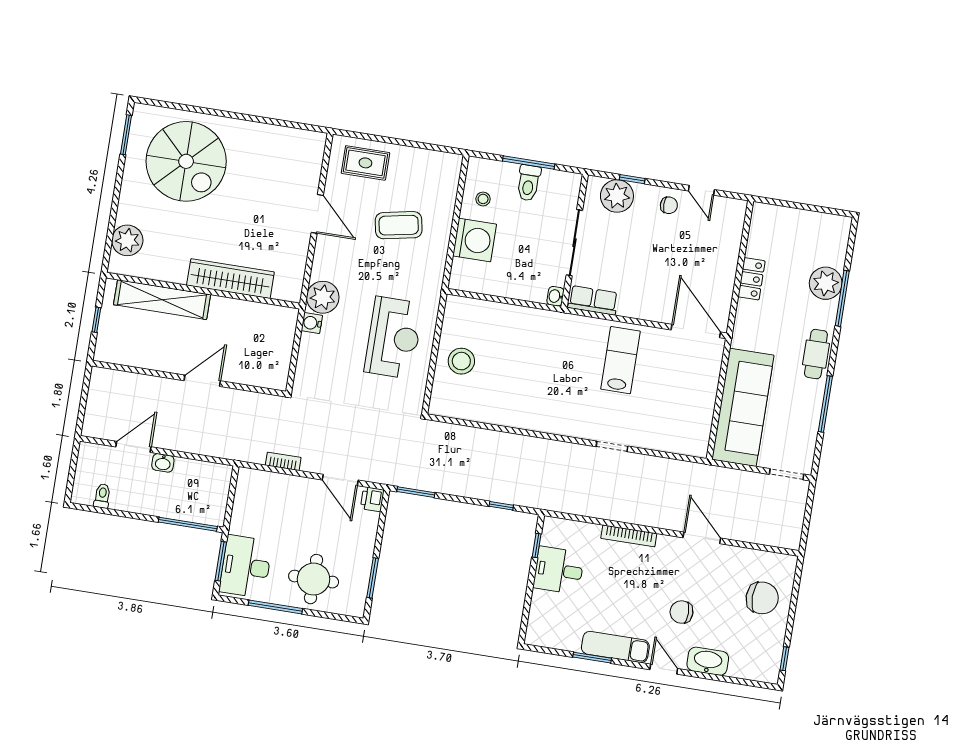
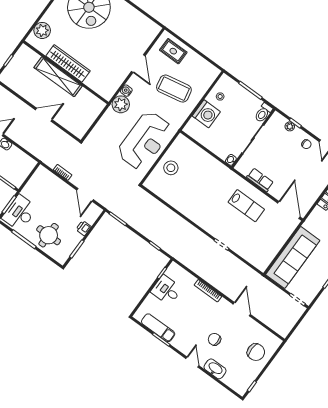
toilet: (528, 183) -> (263, 113), moved
plant: (617, 196) -> (290, 126), width x0.53, depth x0.53
coffee table: (399, 225) -> (174, 89), width x1.36, depth x1.32
wardrobe: (230, 279) -> (68, 63), moved
shelving: (162, 300) -> (58, 77), moved
row of seats: (593, 300) -> (260, 180), moved
water cooler: (312, 323) -> (126, 91), moved
reception desk: (394, 338) -> (145, 141), width x1.36, depth x1.30
lab bench: (620, 360) -> (246, 206), turned 90
printer: (372, 499) -> (84, 228), moved
exam couch: (615, 647) -> (158, 328), moved

